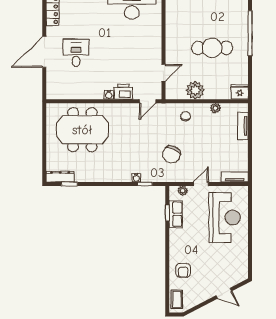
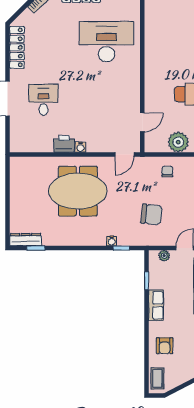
printer: (123, 92) -> (64, 144), moved
meeting table: (82, 130) -> (78, 191), moved
chair: (171, 154) -> (151, 214), turned -109
row of seats: (176, 214) -> (156, 305), moved

